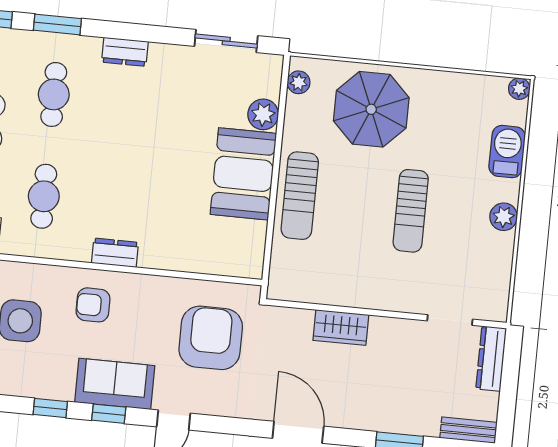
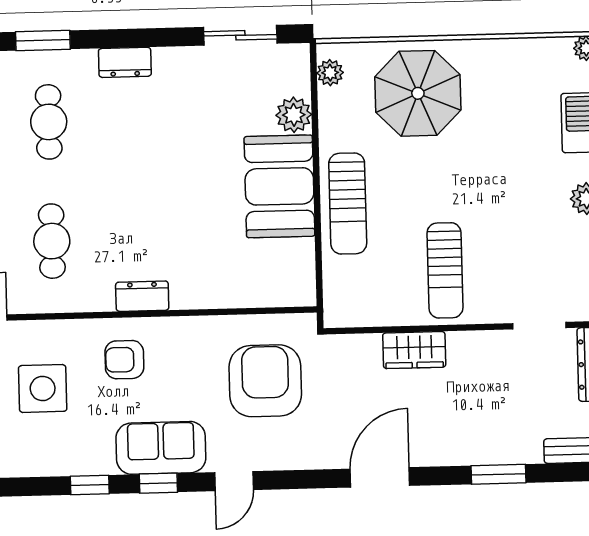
sun lounger: (411, 211) -> (445, 270), moved
door: (298, 432) -> (380, 477), hinge flipped

